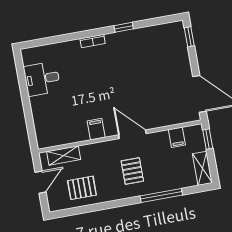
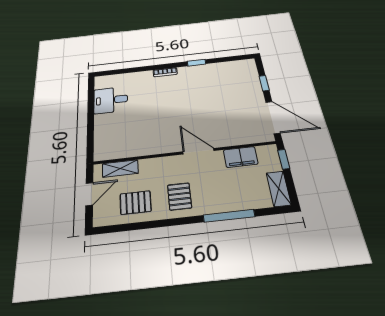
window: (189, 37) -> (264, 83), moved
filing cabinet: (96, 129) -> (159, 145), removed
filing cabinet: (177, 137) -> (241, 157), width x2.00
pallet: (132, 171) -> (179, 196), moved

